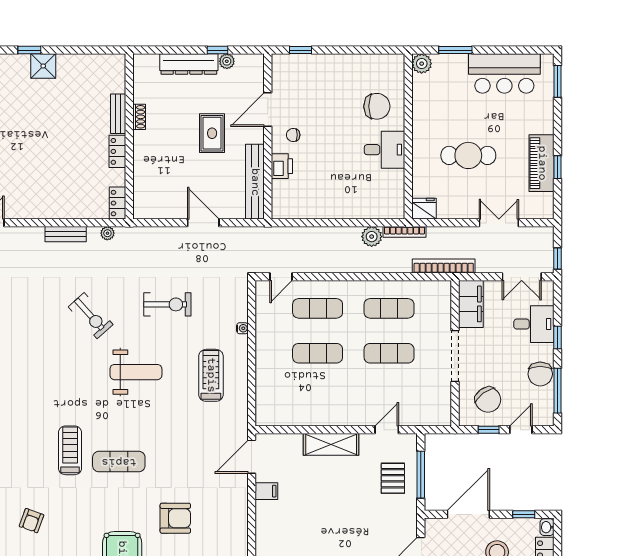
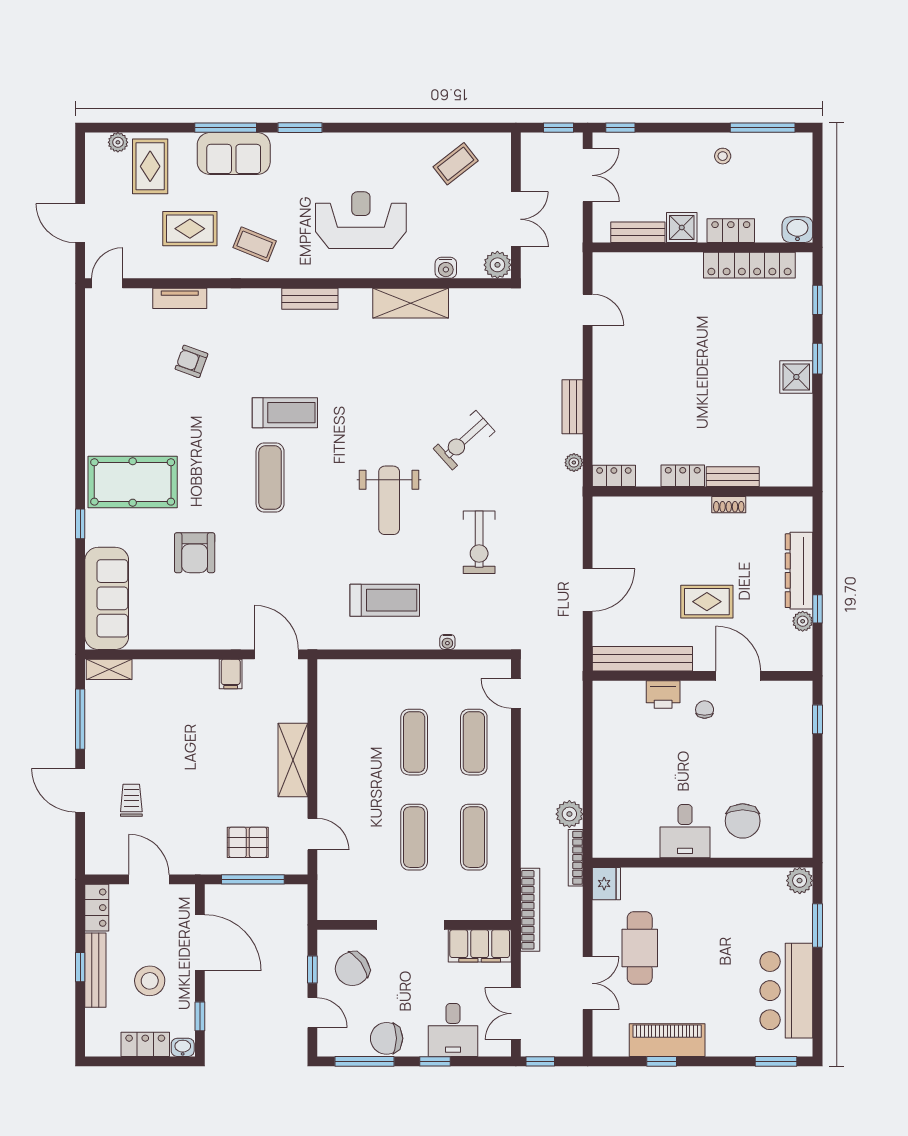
cafe table: (468, 155) -> (640, 948), moved

